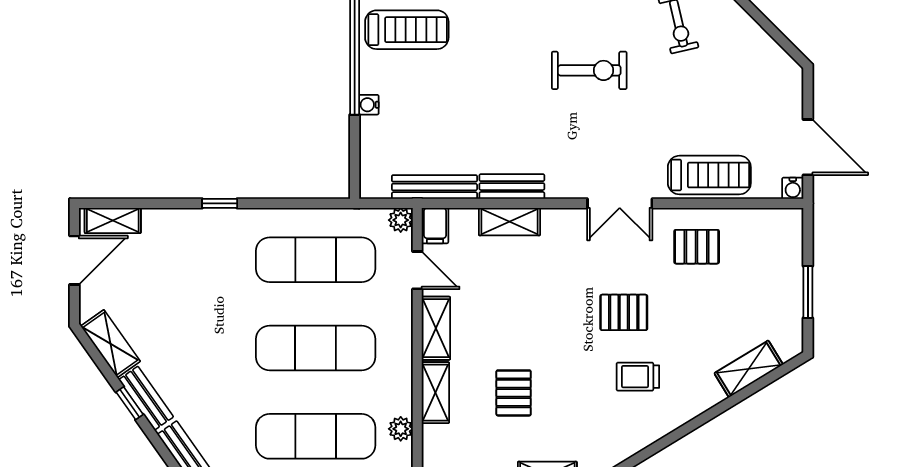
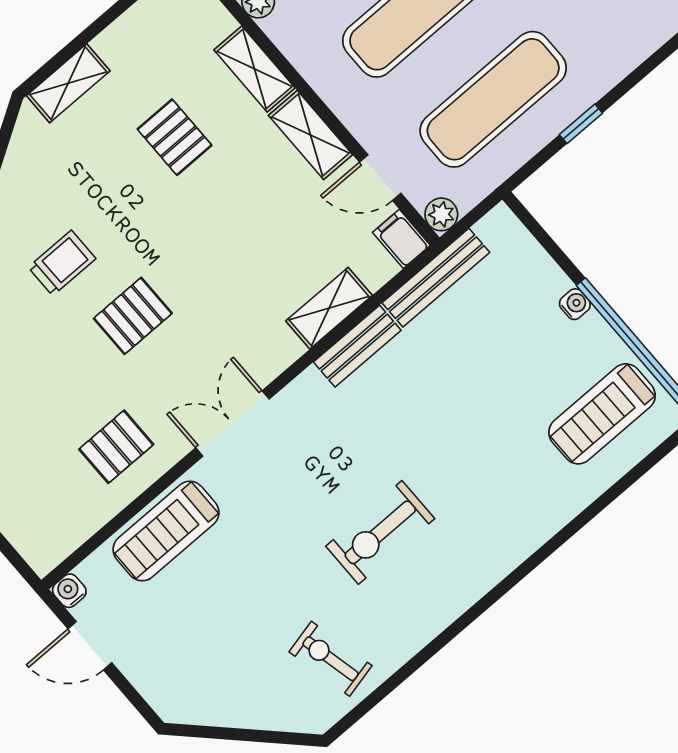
door: (808, 147) -> (90, 646), width x0.73
window: (220, 203) -> (581, 124), moved

